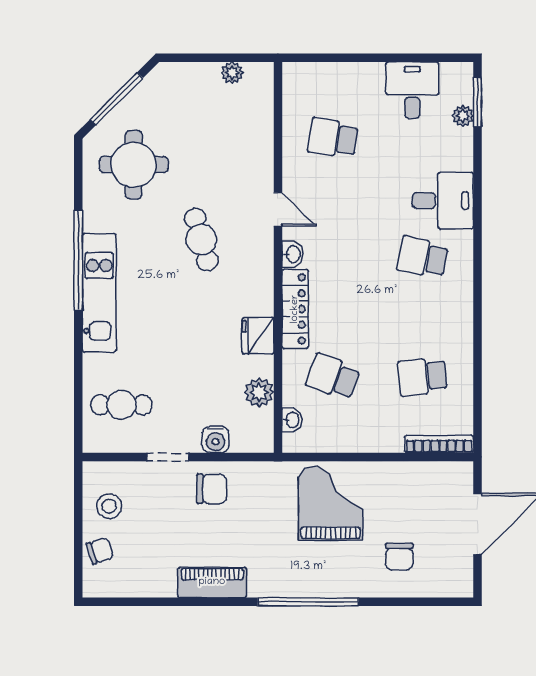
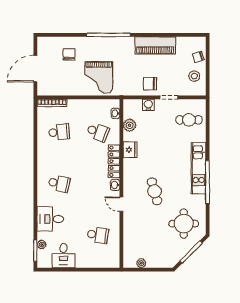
desk: (443, 201) -> (50, 219), moved
piano: (212, 582) -> (155, 45), width x1.37, depth x1.33

